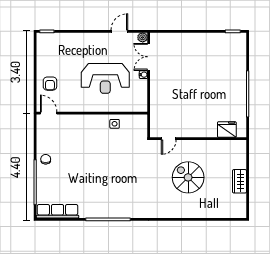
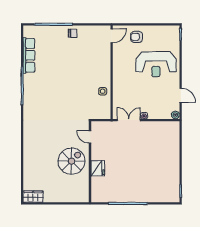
double door: (149, 57) -> (129, 120), moved
reception desk: (105, 78) -> (156, 64), moved, turned -90
fridge: (227, 130) -> (98, 168), moved
spiral stairs: (188, 177) -> (72, 161), moved
wardrobe: (239, 181) -> (33, 197), moved
row of seats: (58, 211) -> (29, 55), moved

